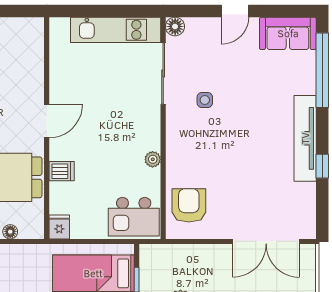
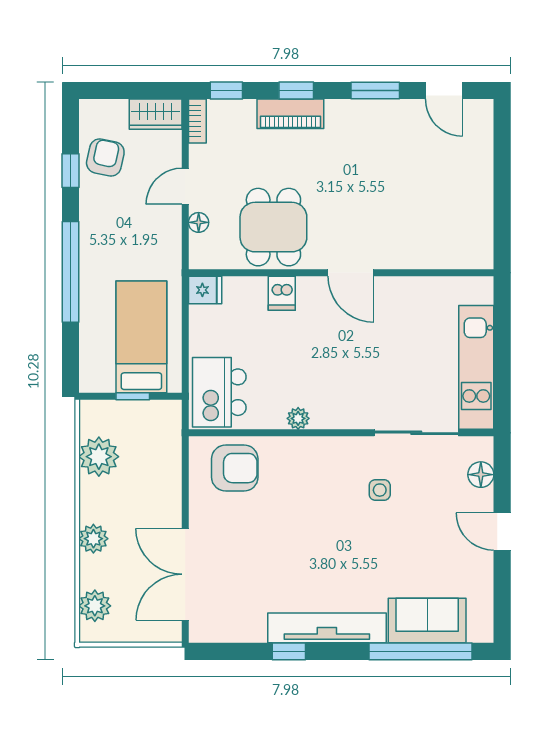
floor lamp: (175, 26) -> (481, 475), moved
sofa: (288, 33) -> (427, 621), moved, turned 90

